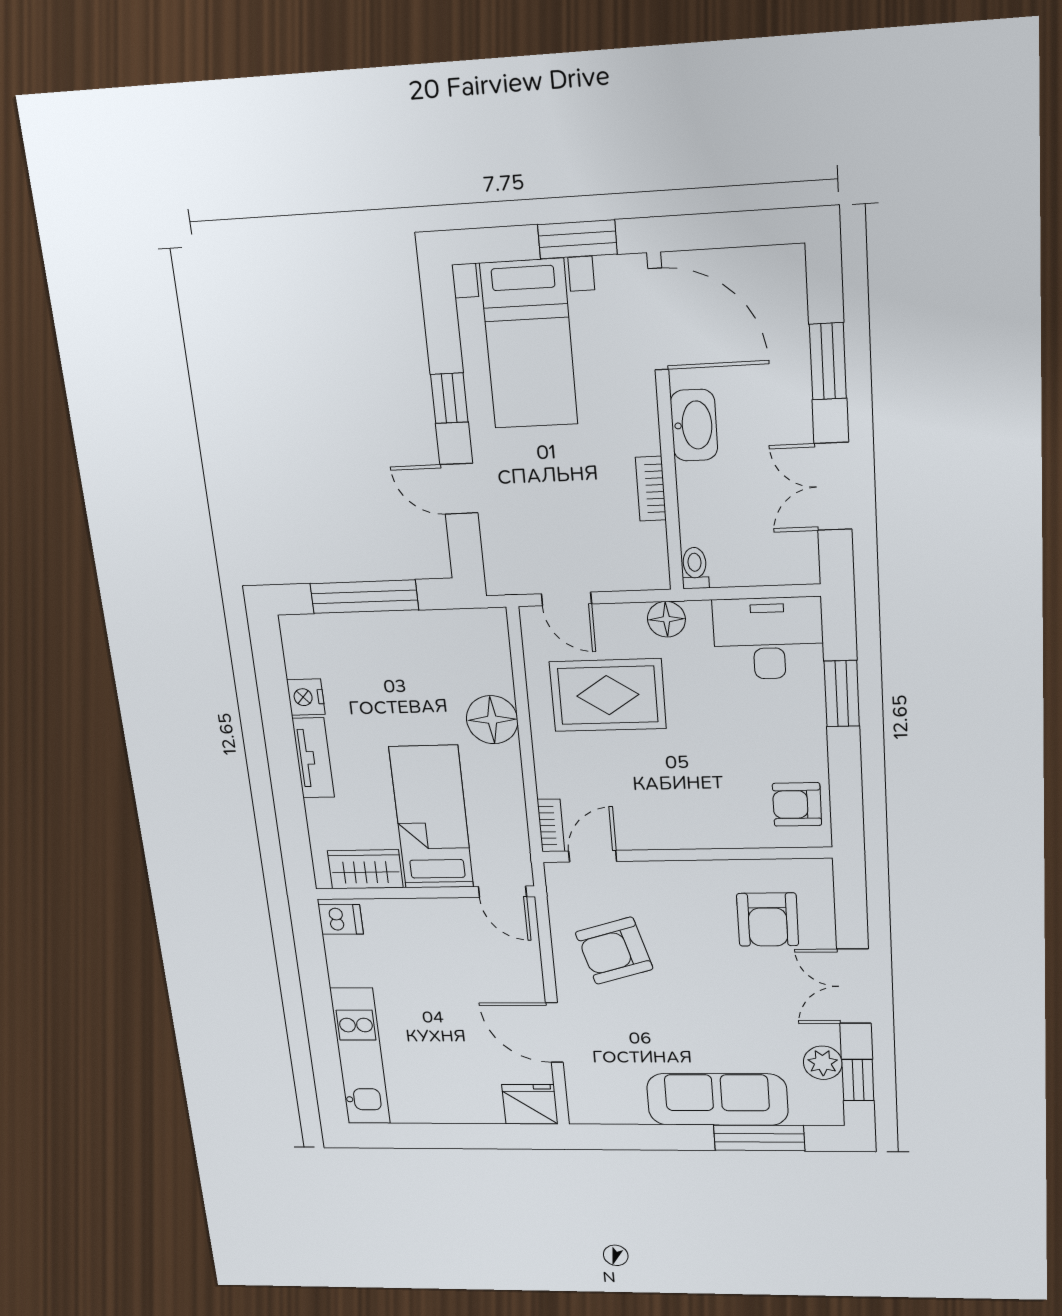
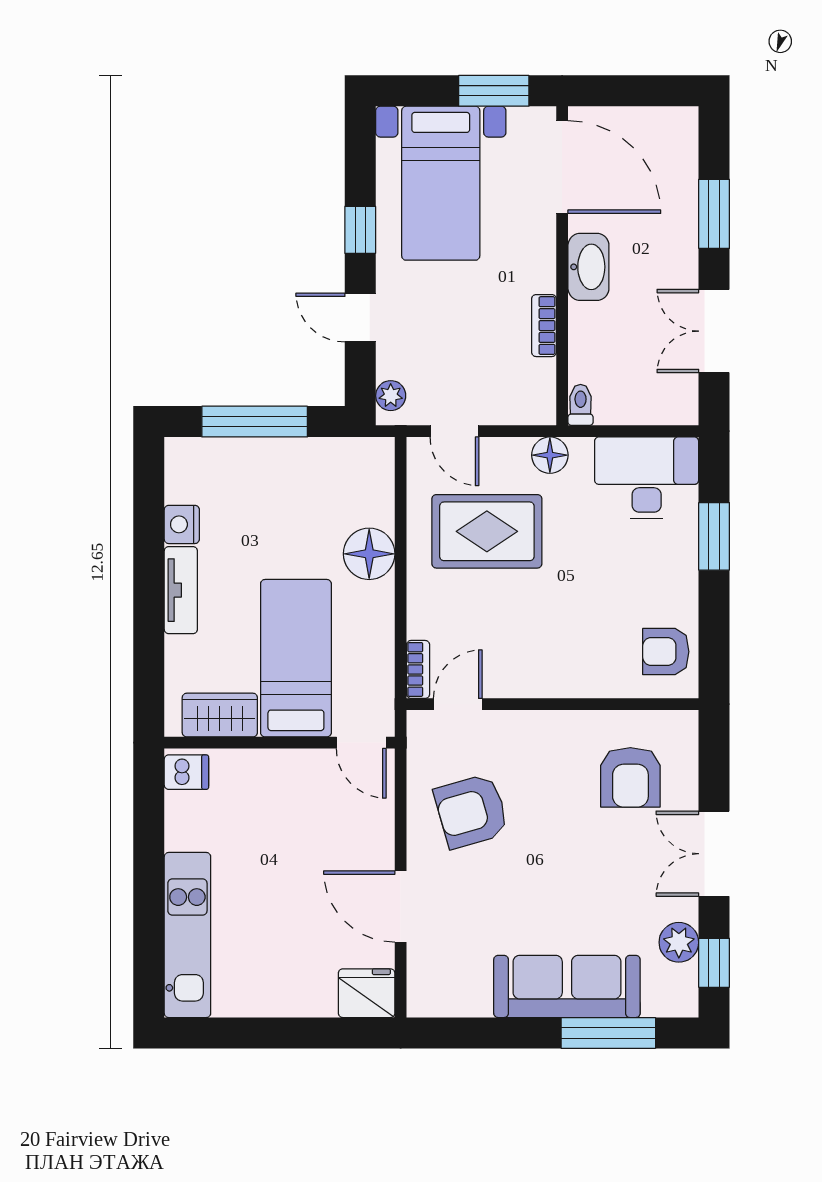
plant: (498, 566) -> (391, 396), added

